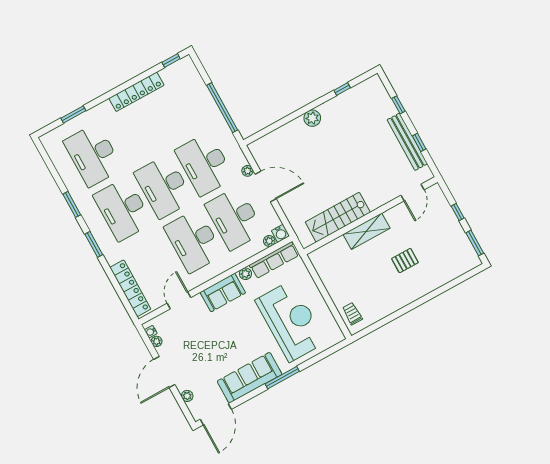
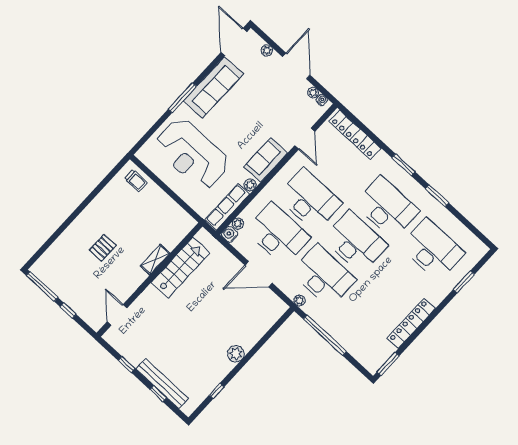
window: (171, 61) -> (388, 364), width x1.50
bench: (407, 142) -> (162, 384), moved
plant: (247, 171) -> (299, 301), moved
shelving: (367, 231) -> (155, 260), width x0.67, depth x0.75
window: (475, 243) -> (42, 287), width x1.44

